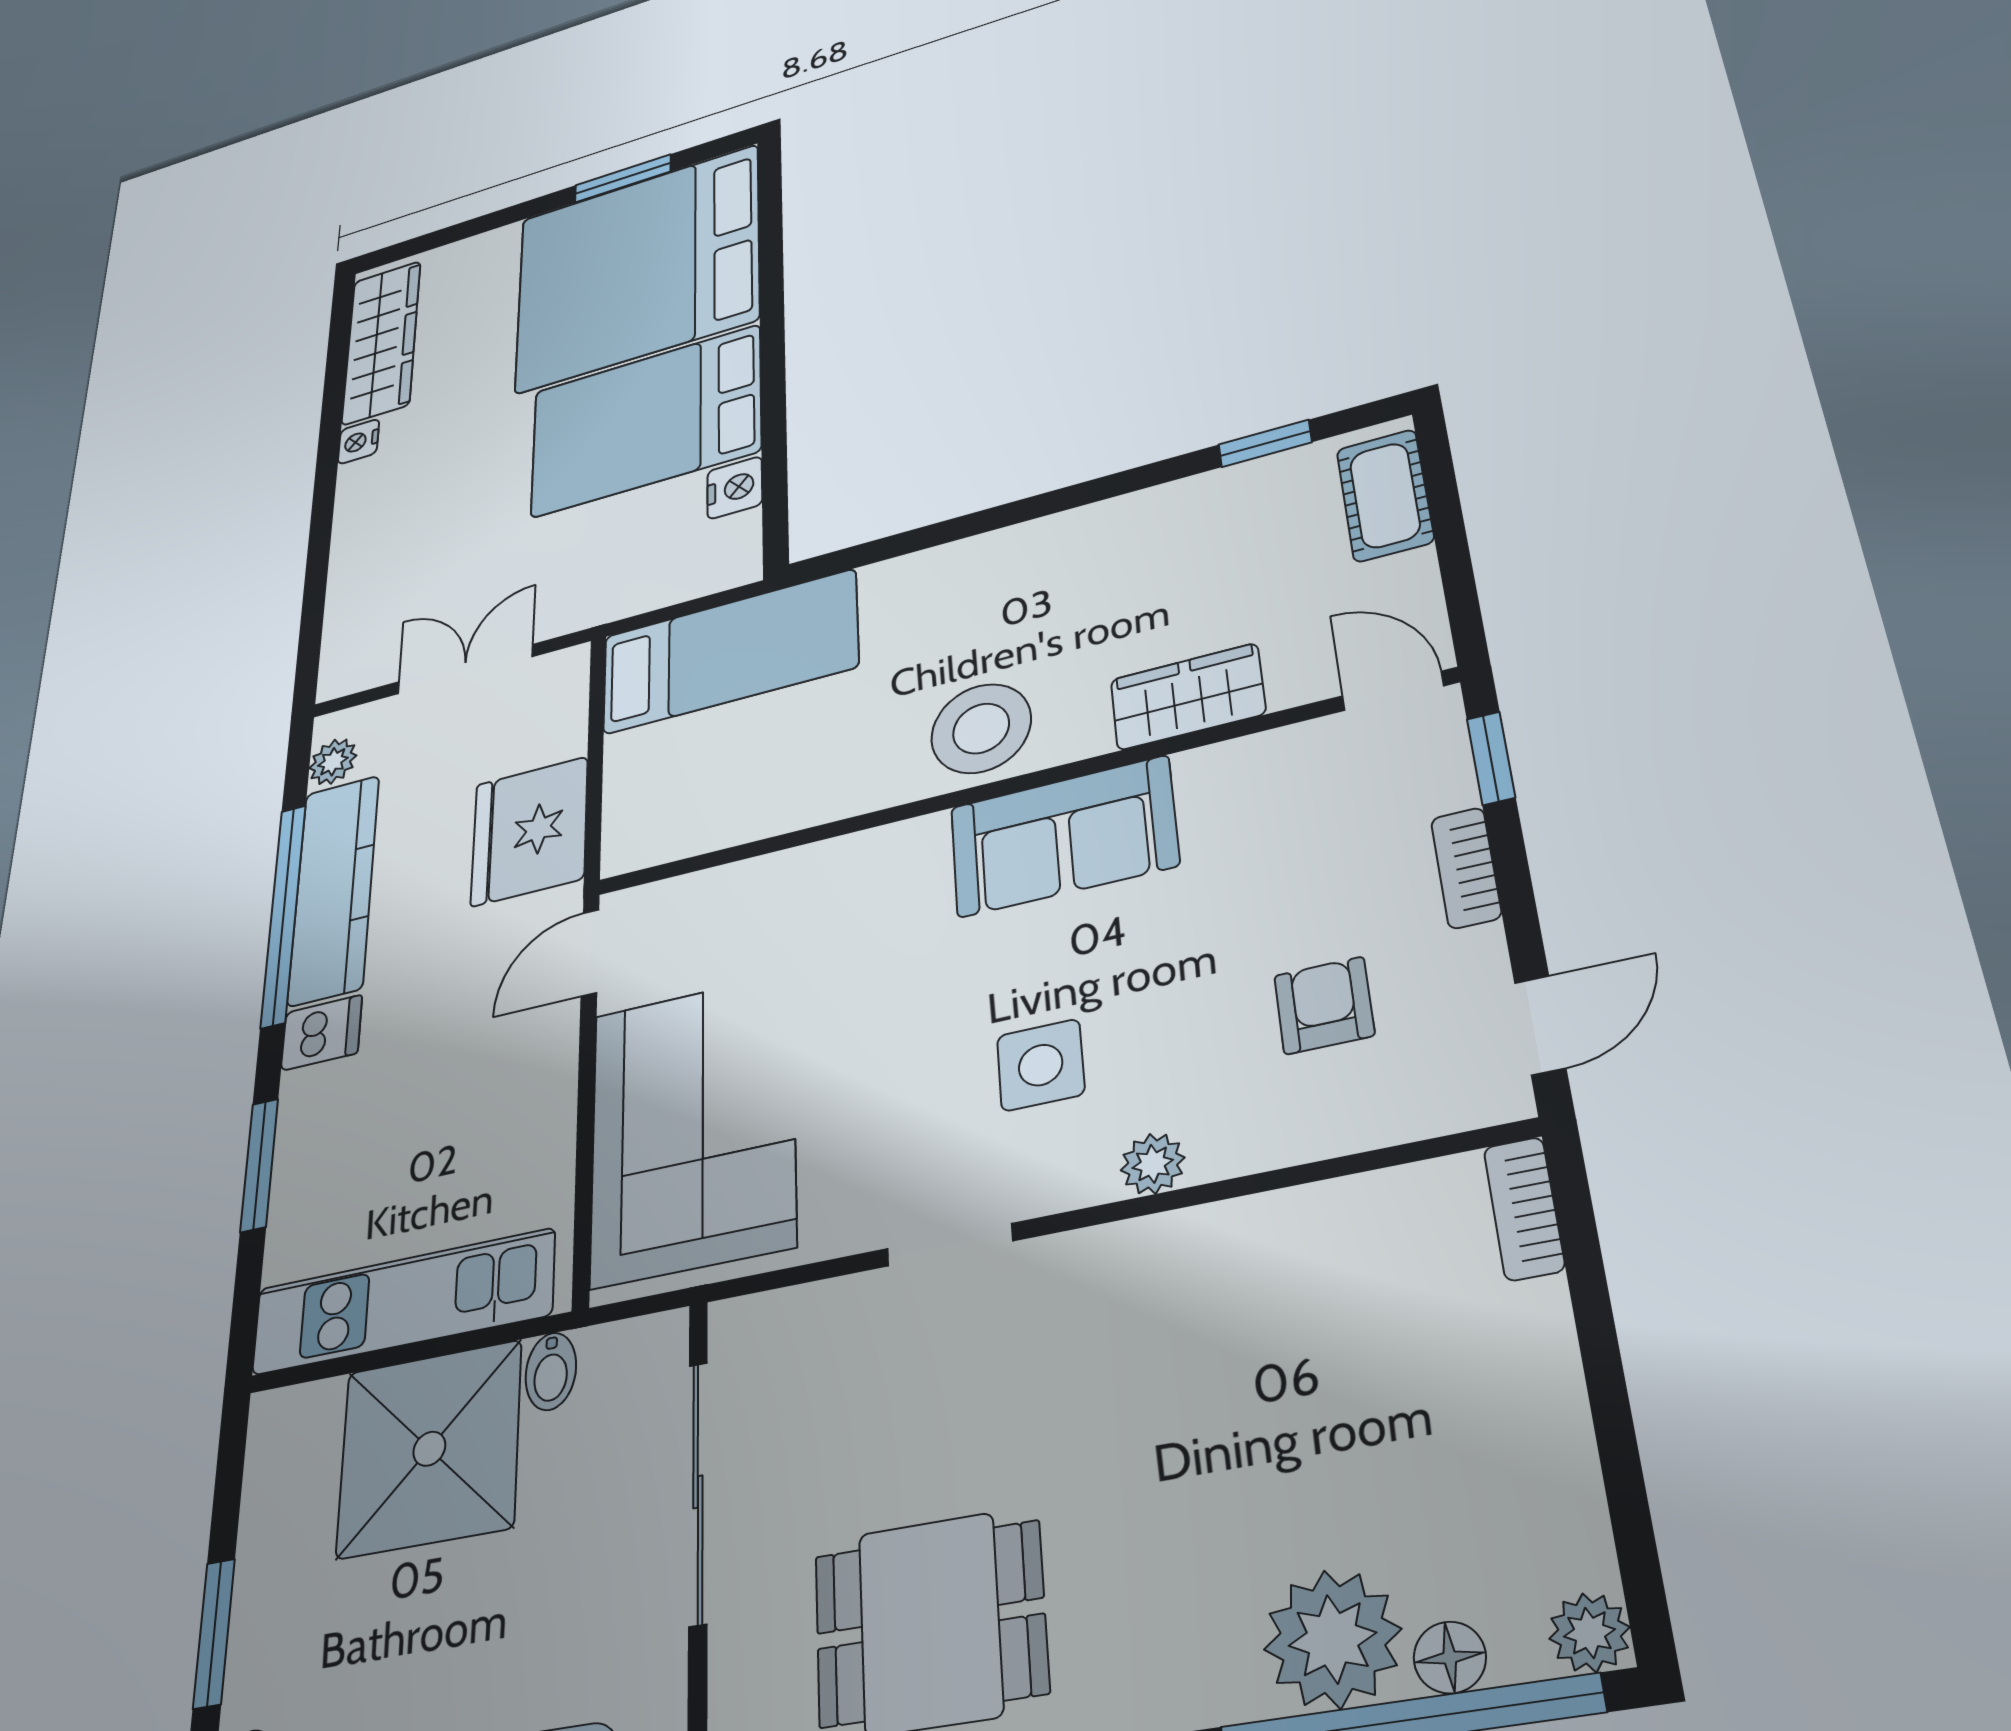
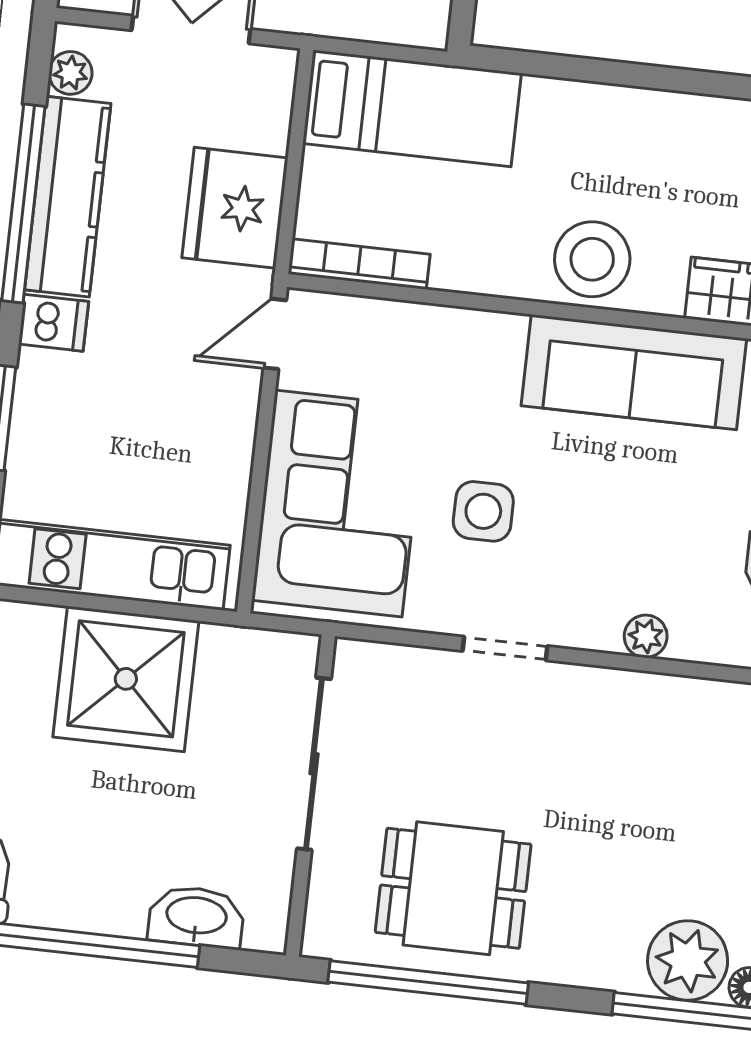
sofa: (1063, 836) -> (634, 372), width x1.36
bookcase: (686, 838) -> (359, 264), added
side table: (1041, 1065) -> (483, 511), moved
bidet: (551, 1371) -> (218, 650), removed

